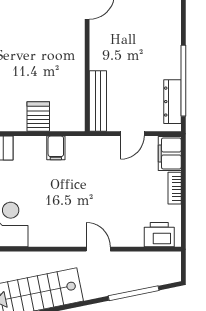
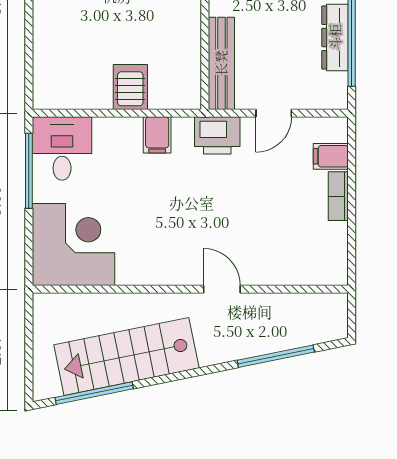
dresser: (172, 102) -> (335, 37), moved
filing cabinet: (170, 153) -> (331, 156), width x0.50
printer: (159, 235) -> (217, 135), moved, turned 180

